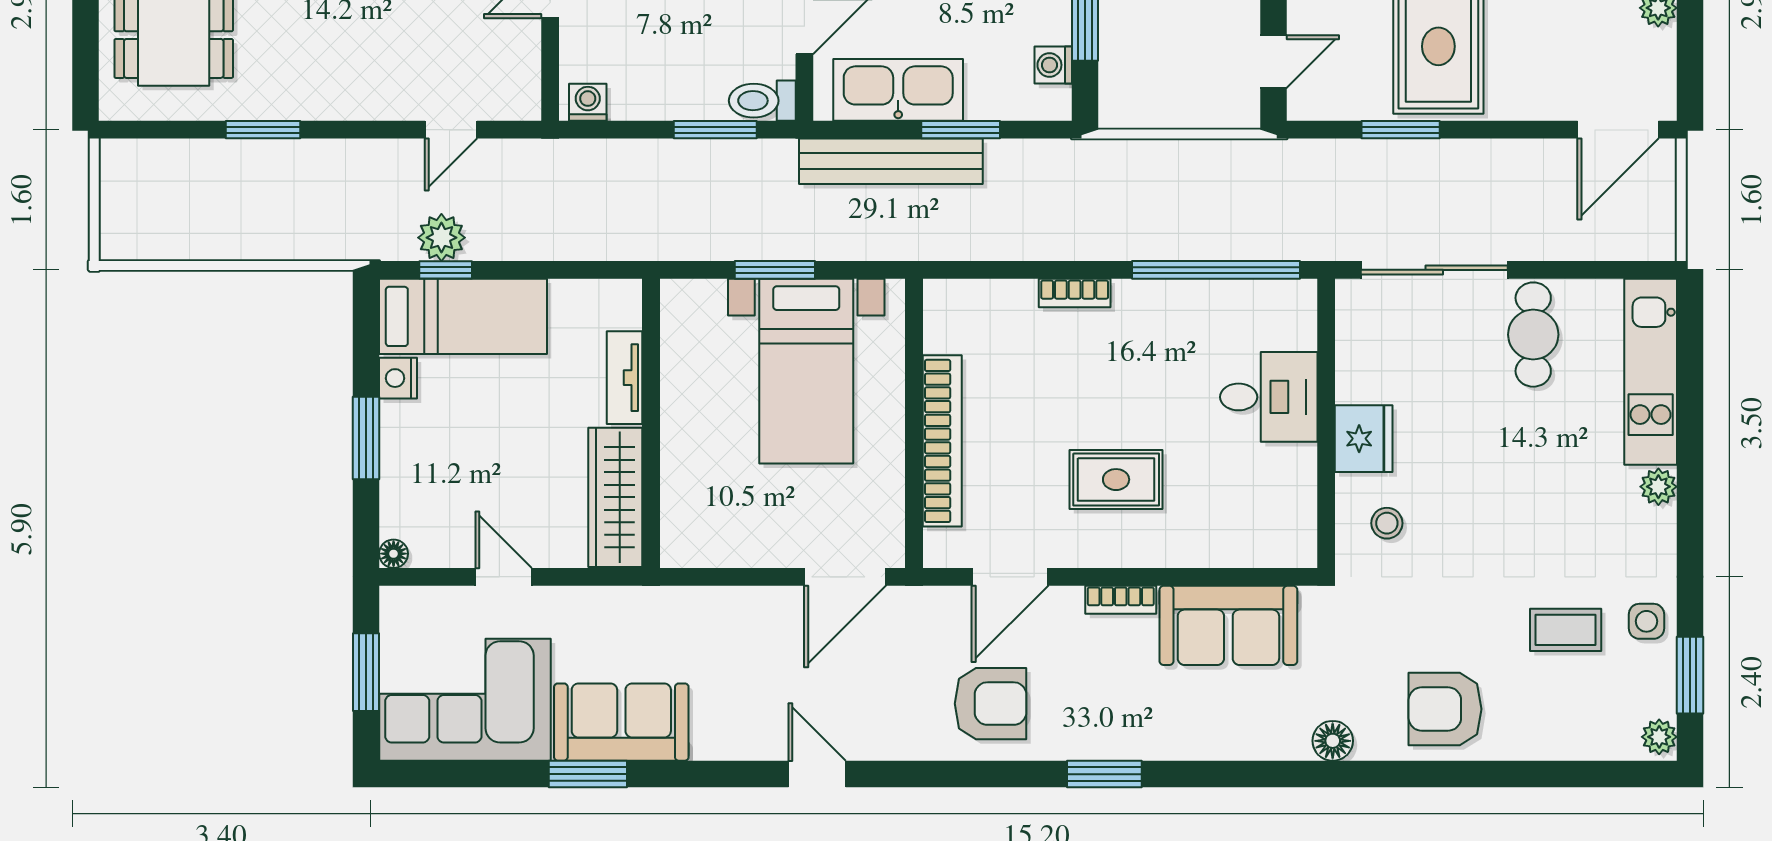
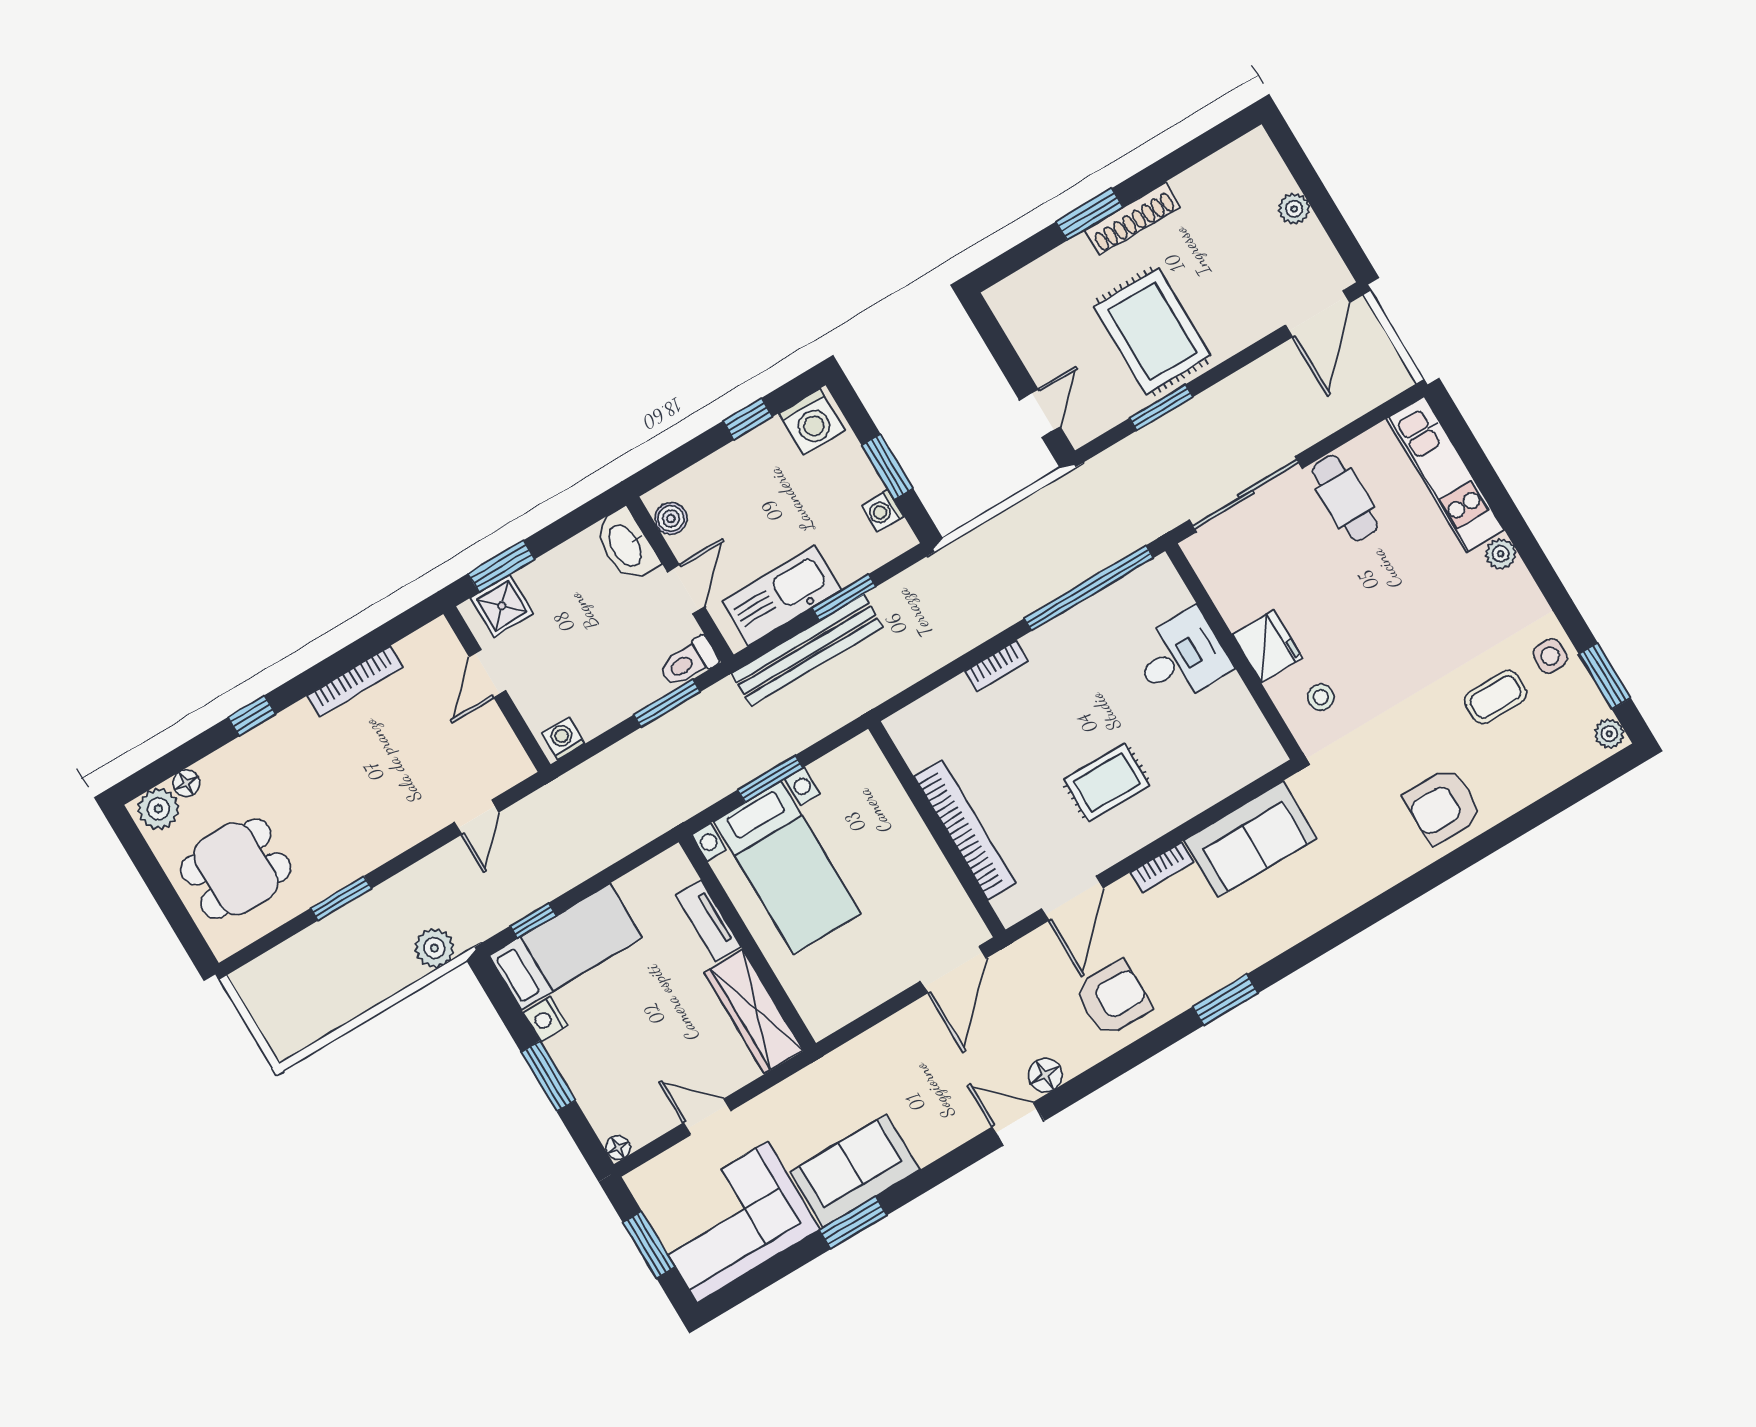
plant: (441, 238) -> (434, 948), moved
bed with nightstands: (806, 371) -> (787, 868), moved
floor lamp: (1333, 741) -> (1045, 1075), moved

